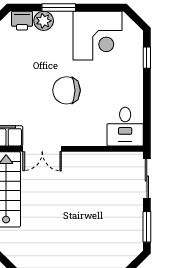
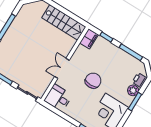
double door: (42, 149) -> (62, 68), moved

